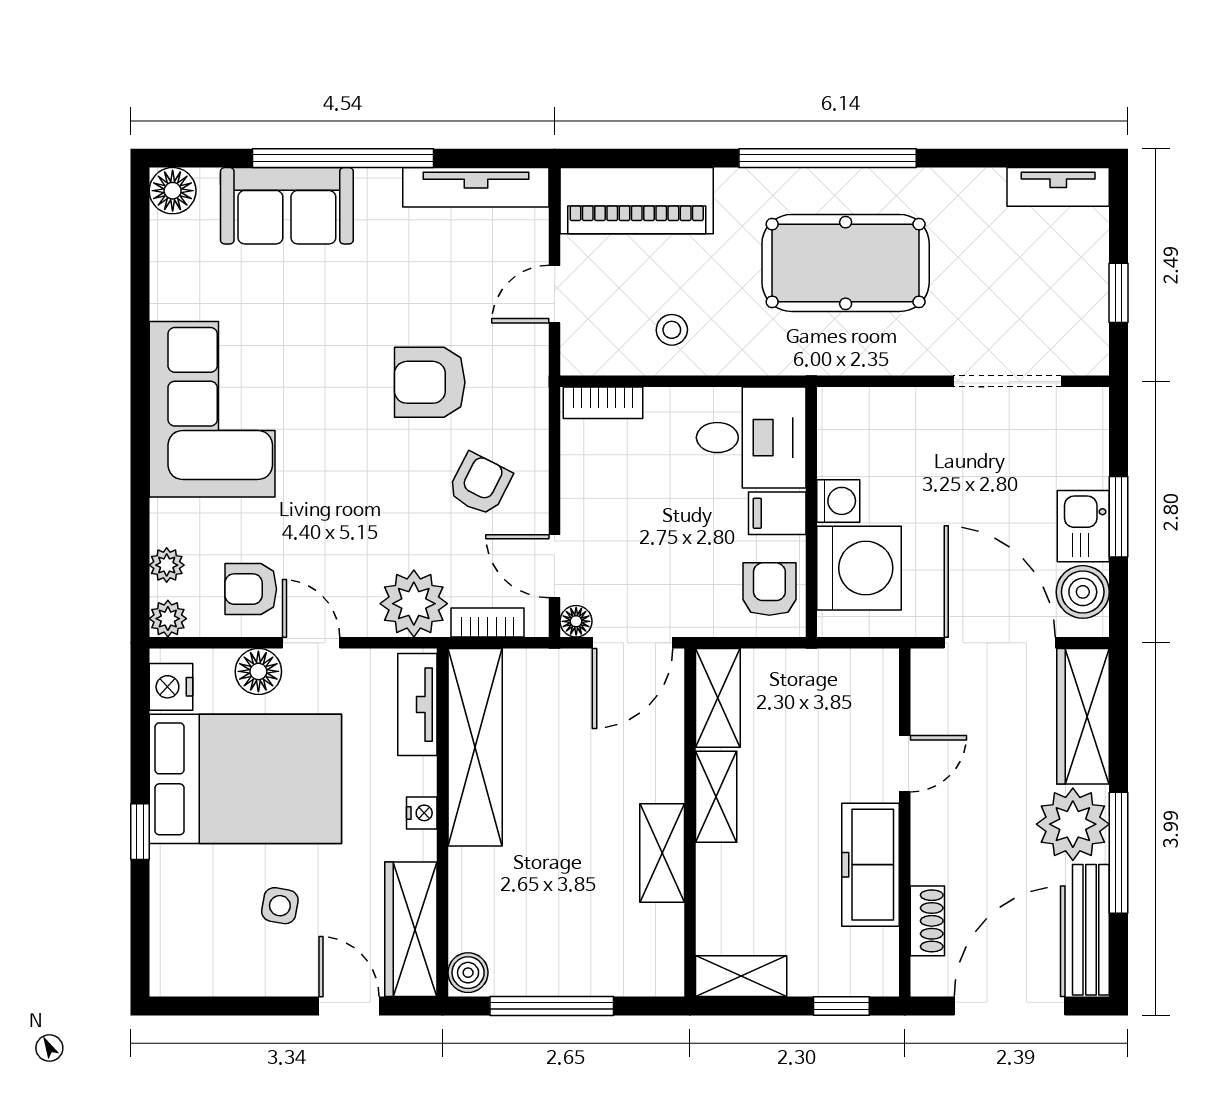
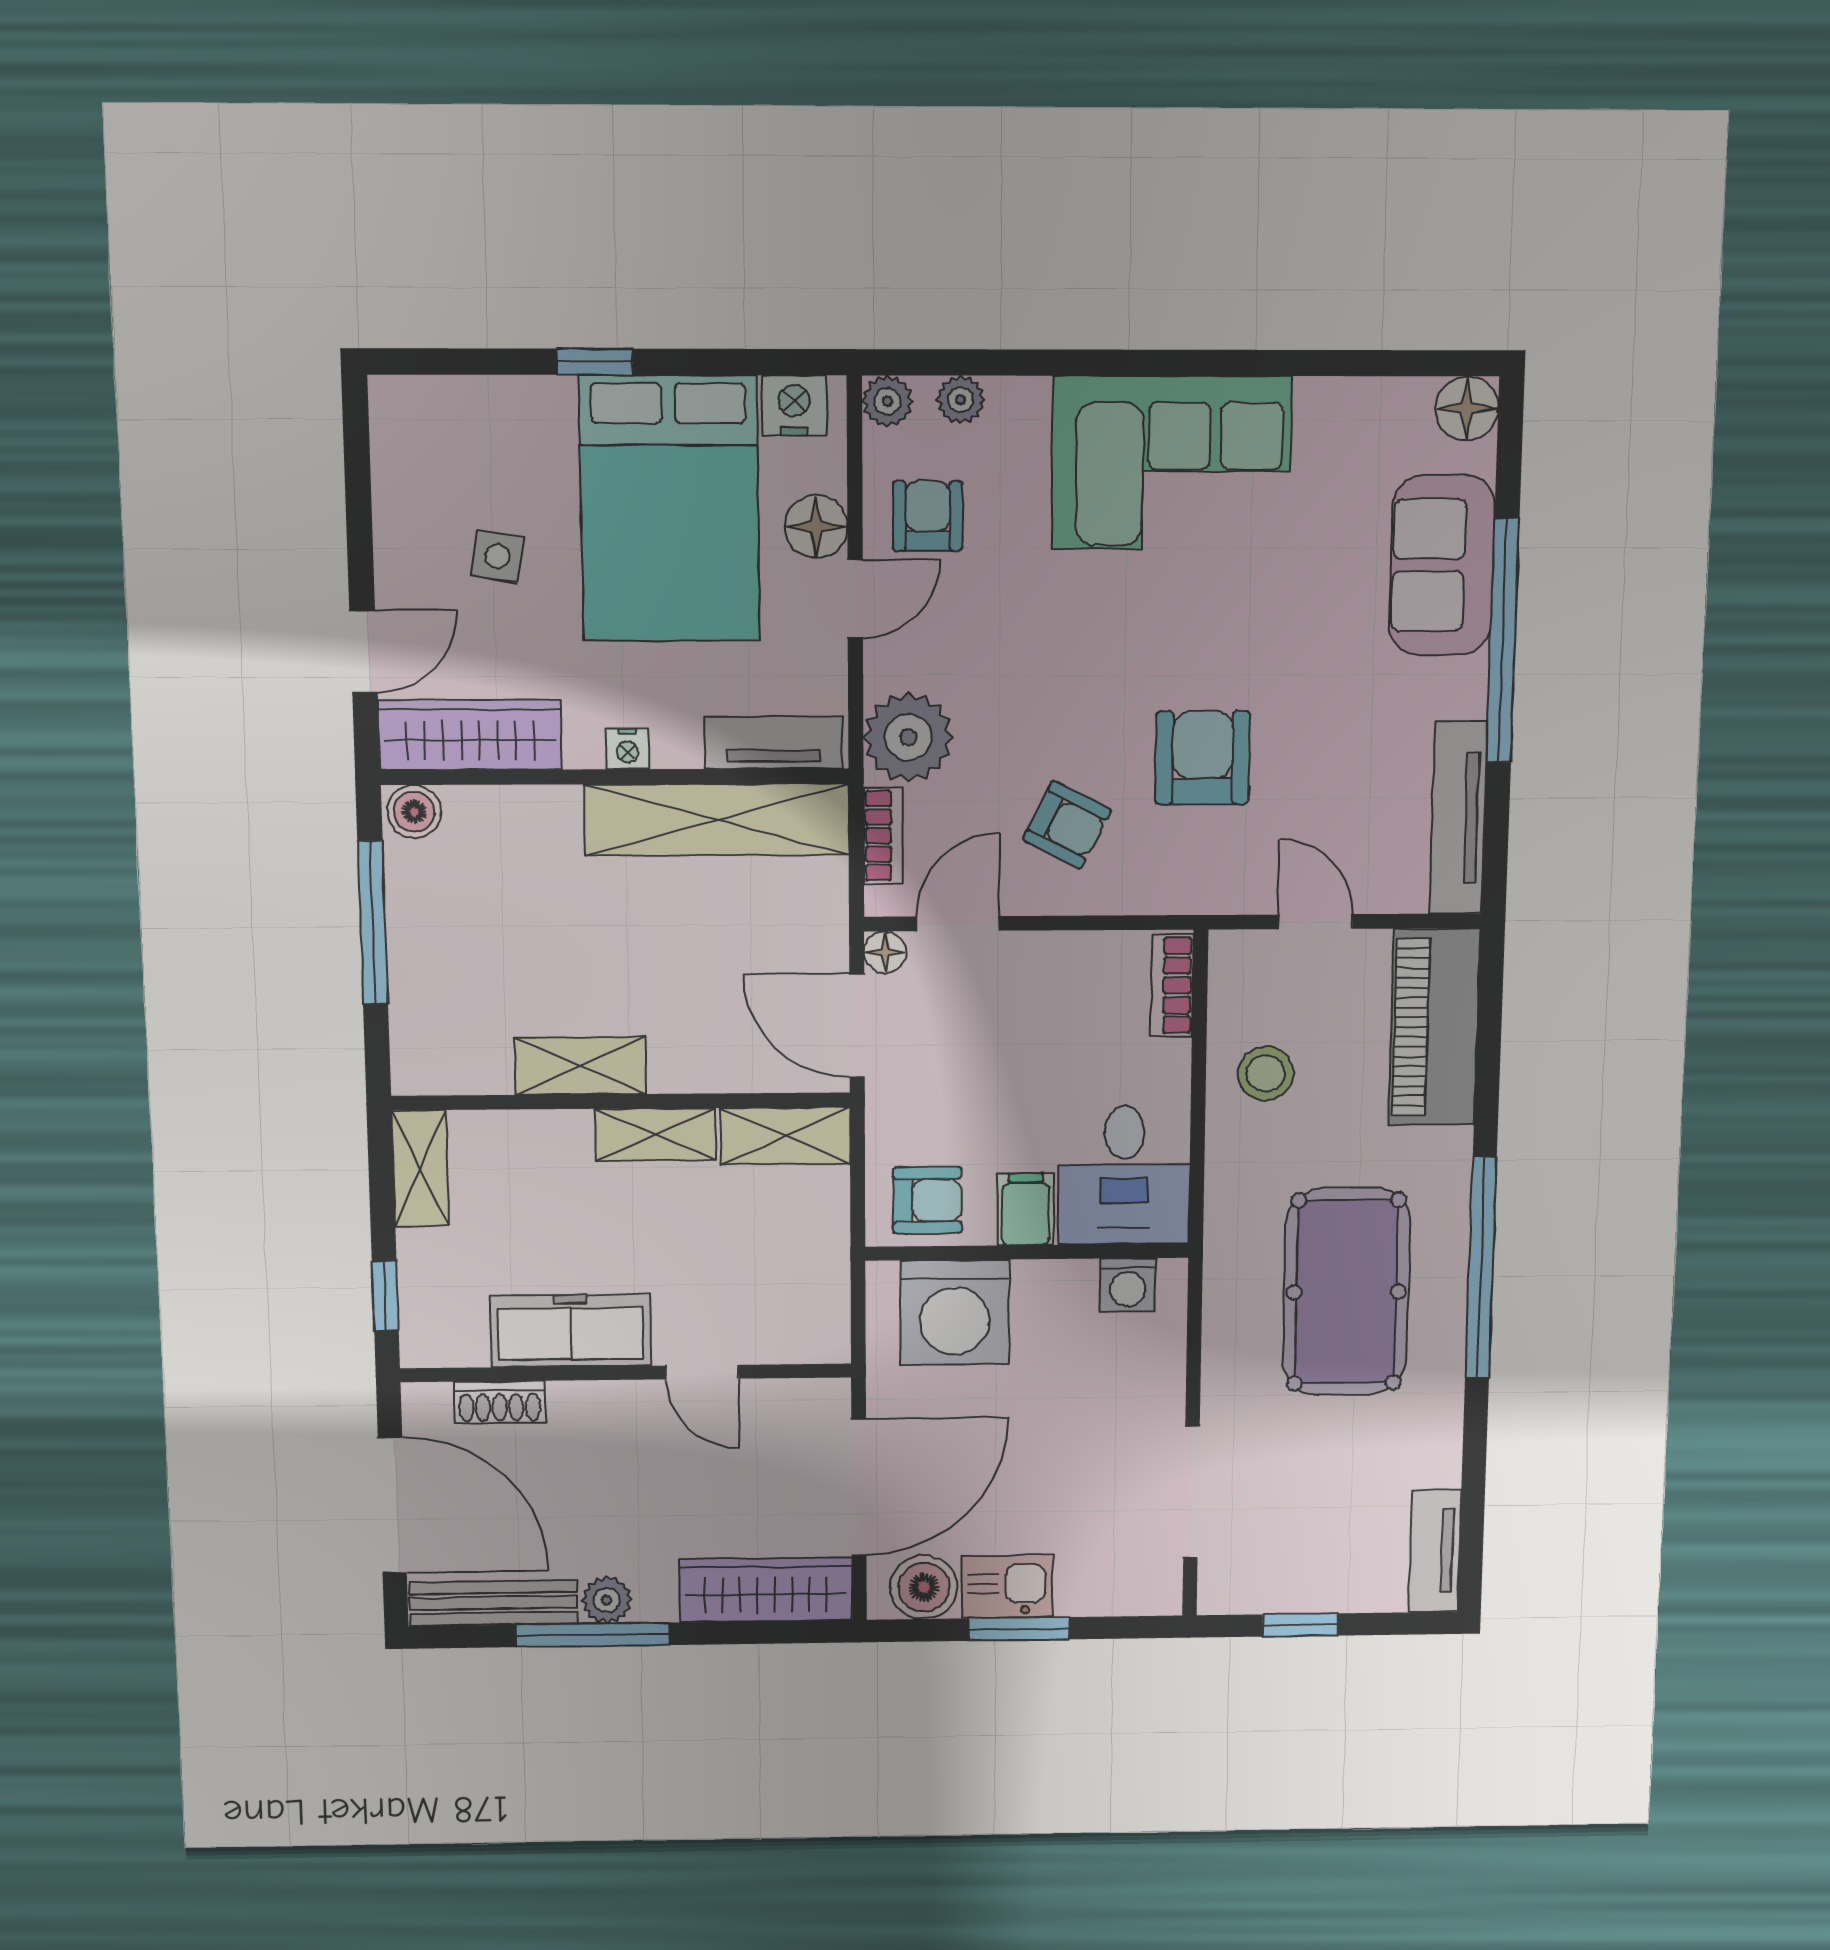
stool: (672, 330) -> (1265, 1073), width x1.37, depth x1.37
washing machine: (838, 501) -> (1128, 1285), moved
plant: (1073, 824) -> (607, 1600), width x0.53, depth x0.53

